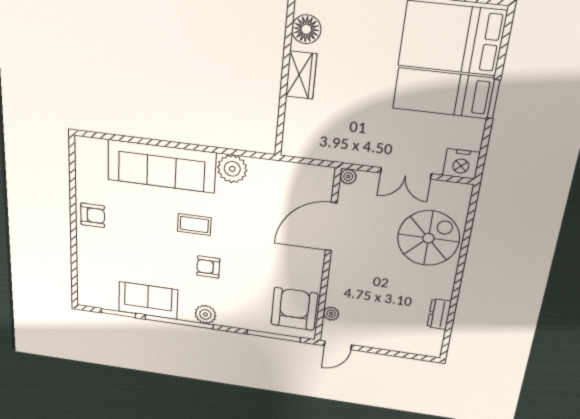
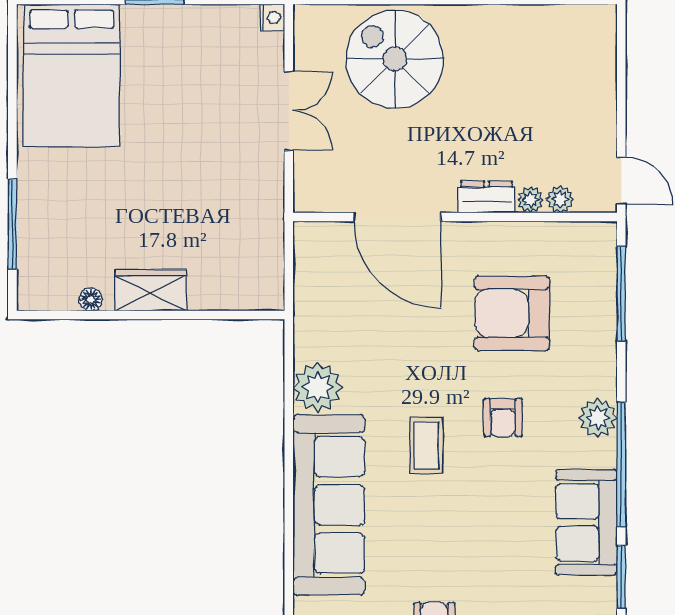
floor lamp: (306, 29) -> (91, 299), width x0.53, depth x0.53
bed: (443, 93) -> (154, 75), removed
nightstand: (461, 164) -> (272, 18), width x0.53, depth x0.56
plant: (348, 177) -> (530, 200), moved
armchair: (294, 309) -> (512, 313), moved
dresser: (439, 314) -> (486, 197), moved, turned 180

